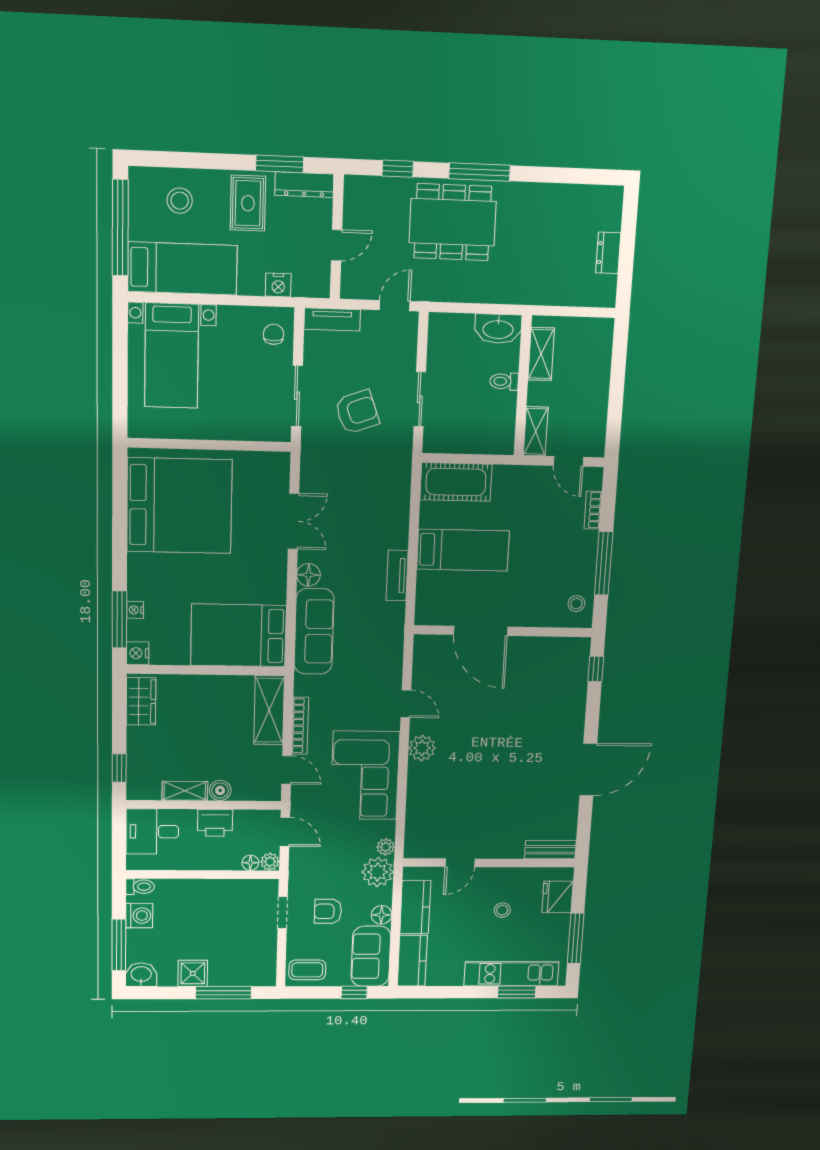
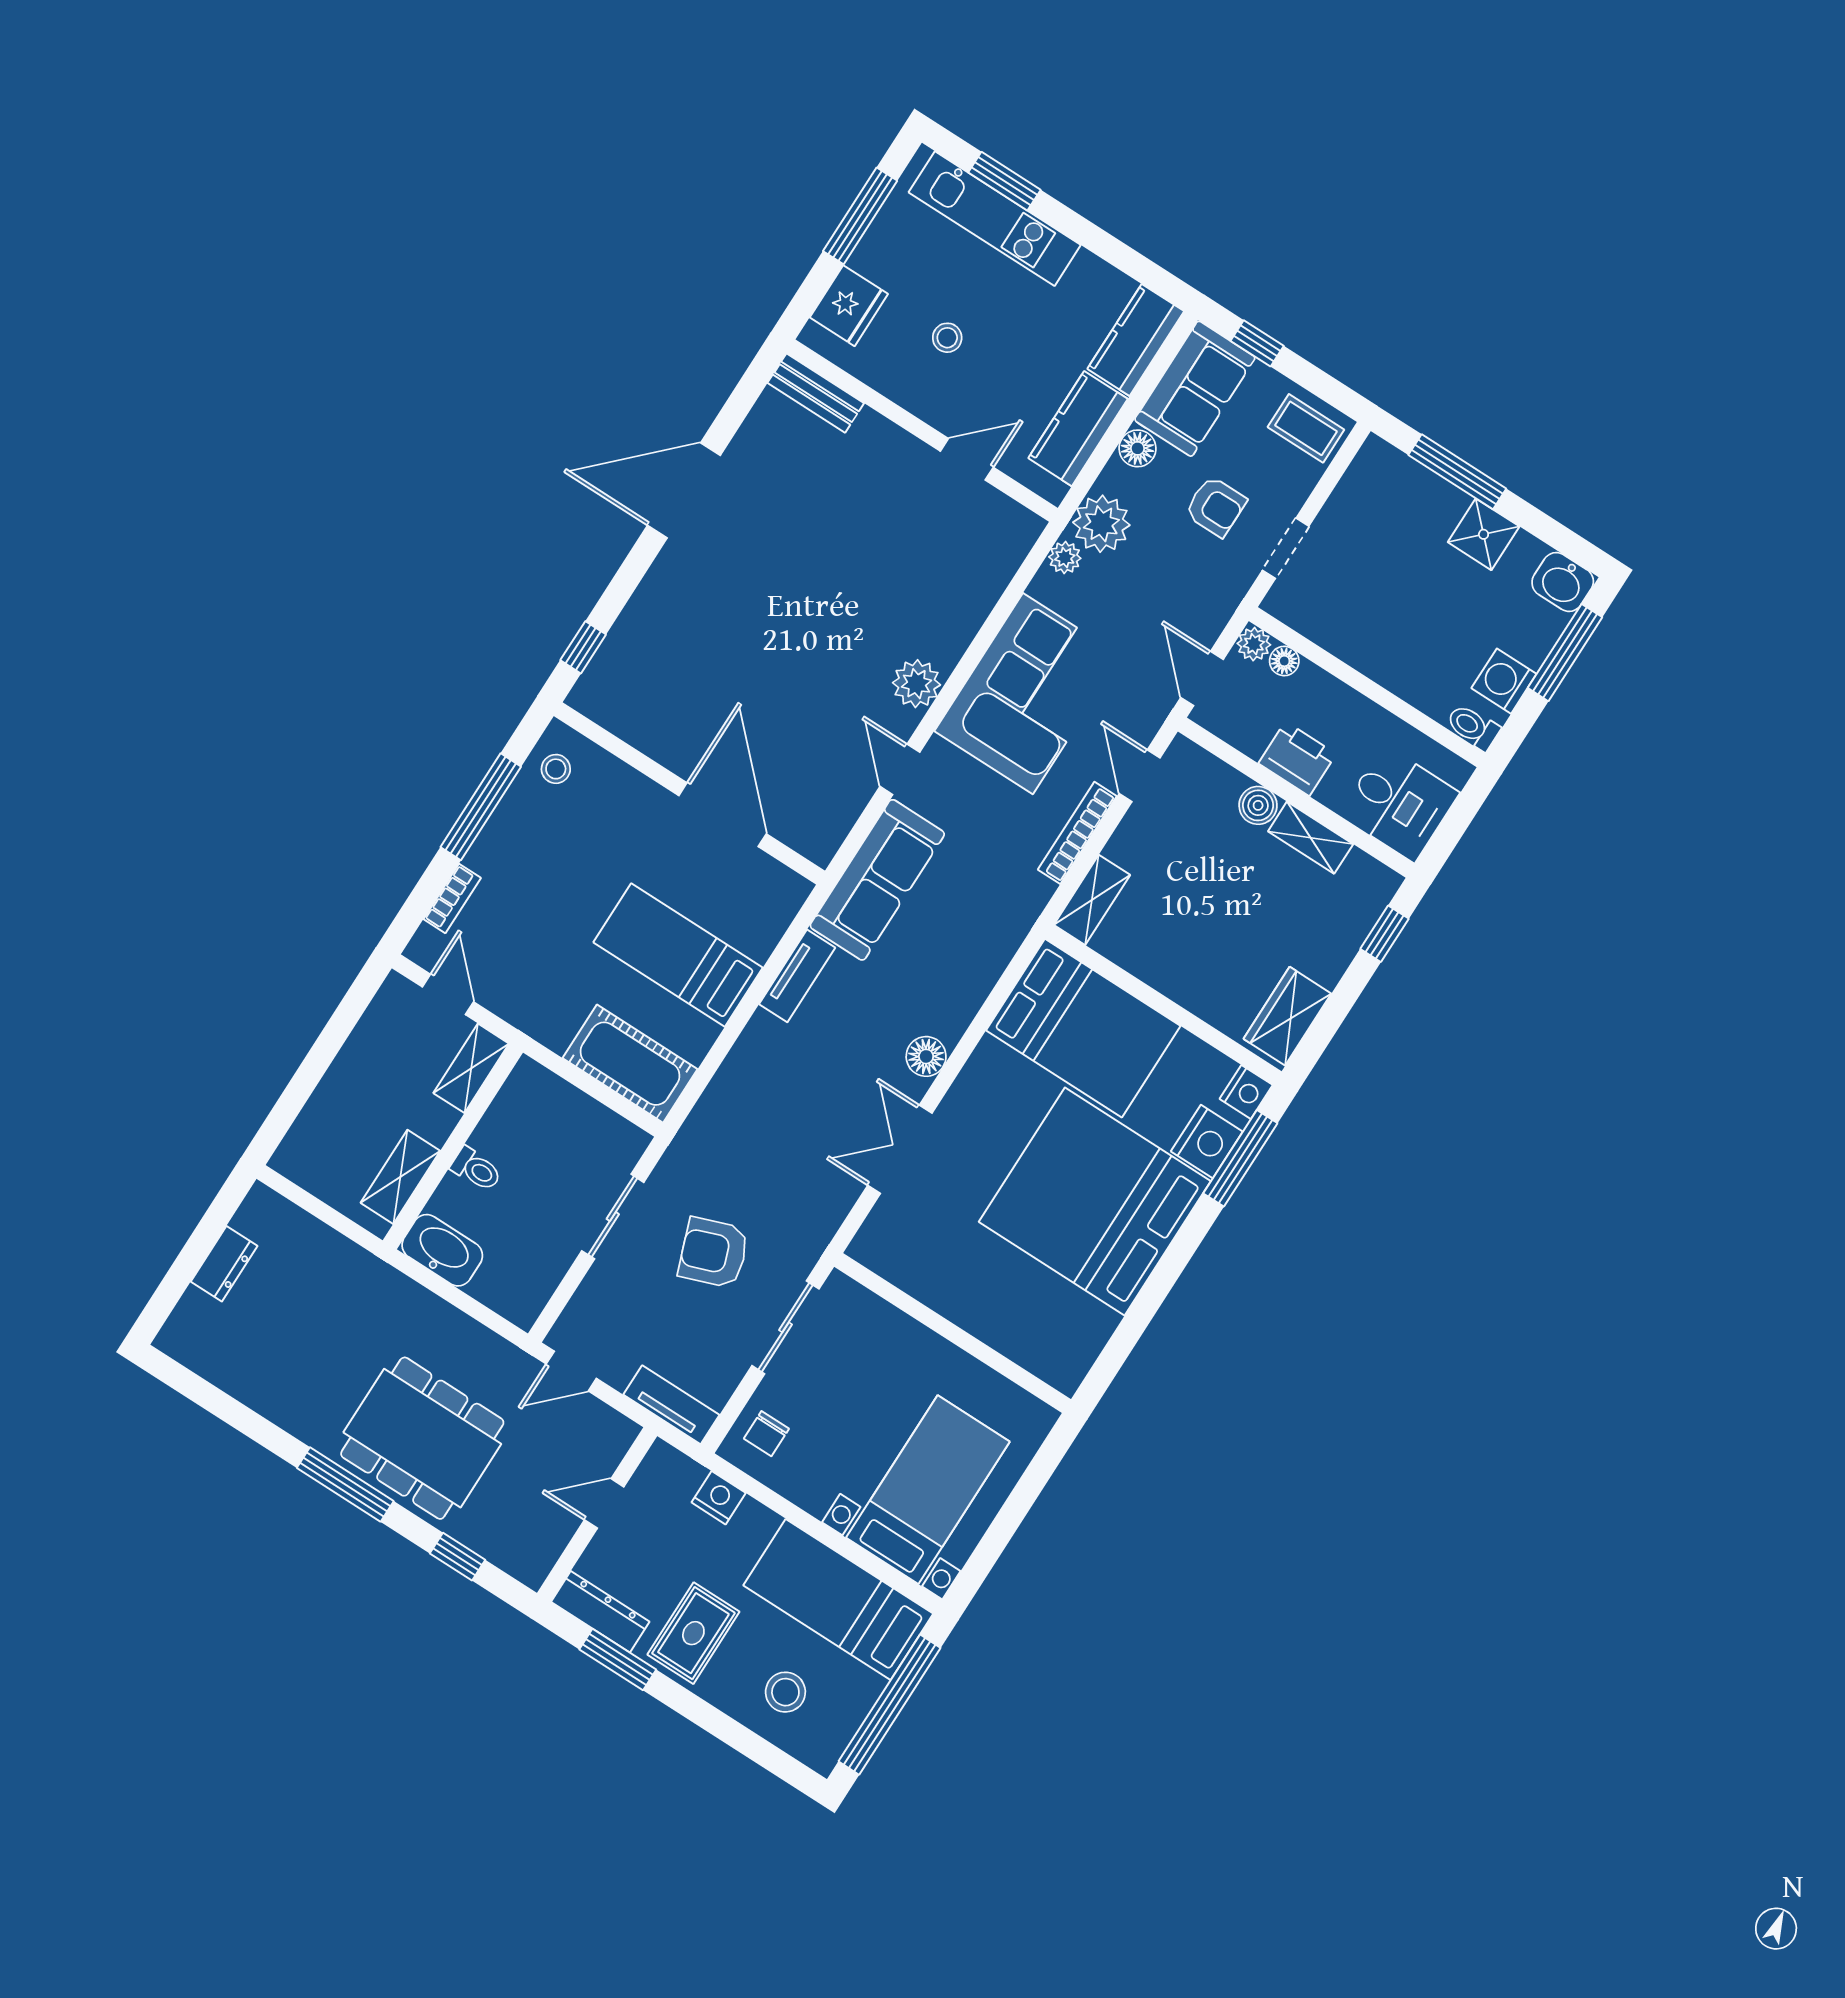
bed: (179, 506) -> (1095, 1202), moved
nightstand: (135, 610) -> (1207, 1141), width x1.89, depth x1.79
sofa: (314, 631) -> (877, 880), moved, turned 180
shelving: (269, 710) -> (1092, 900), width x0.67, depth x0.75

